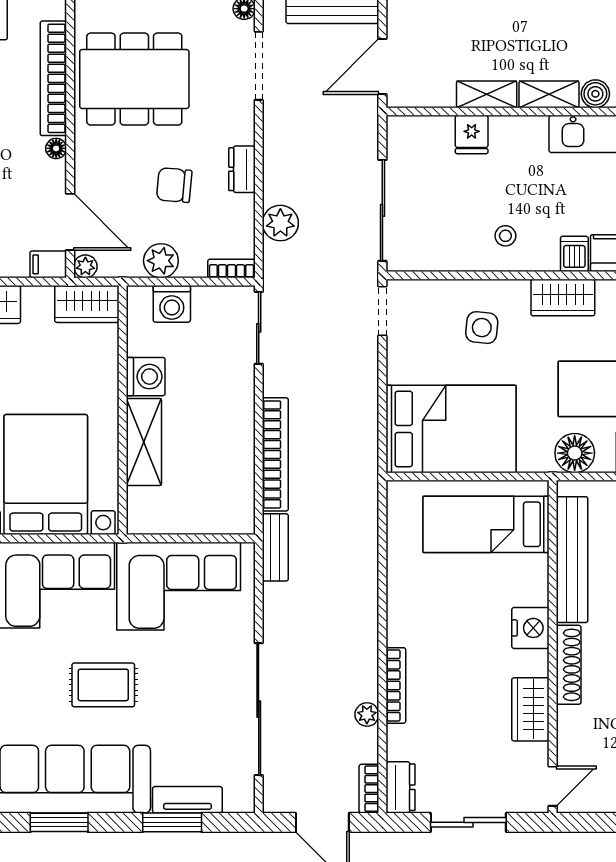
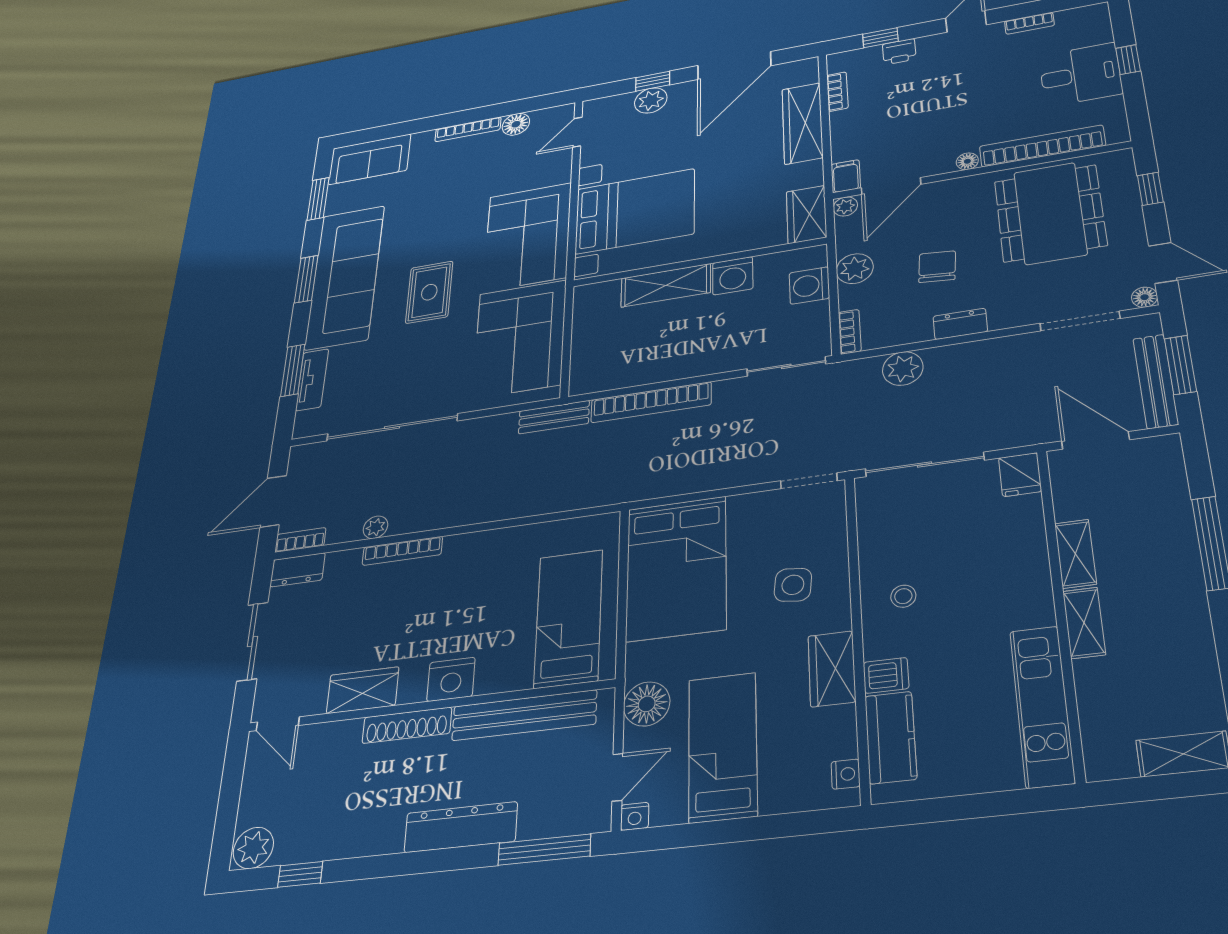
boiler: (595, 94) -> (1091, 676), removed
fridge: (472, 135) -> (1020, 475), moved, turned -90

